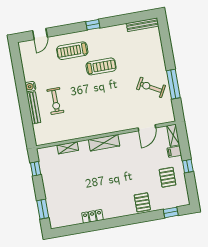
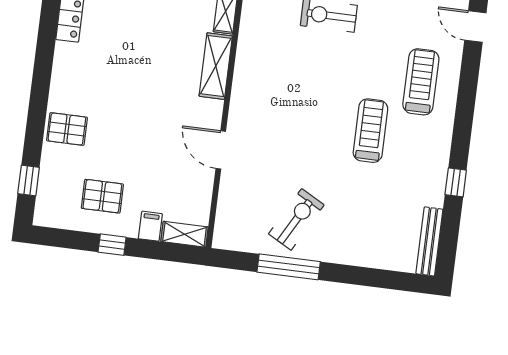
window: (93, 25) -> (456, 182), moved
treadmill: (101, 66) -> (370, 131), turned 180
door: (147, 128) -> (221, 150), moved
shelving: (104, 143) -> (216, 66), moved

